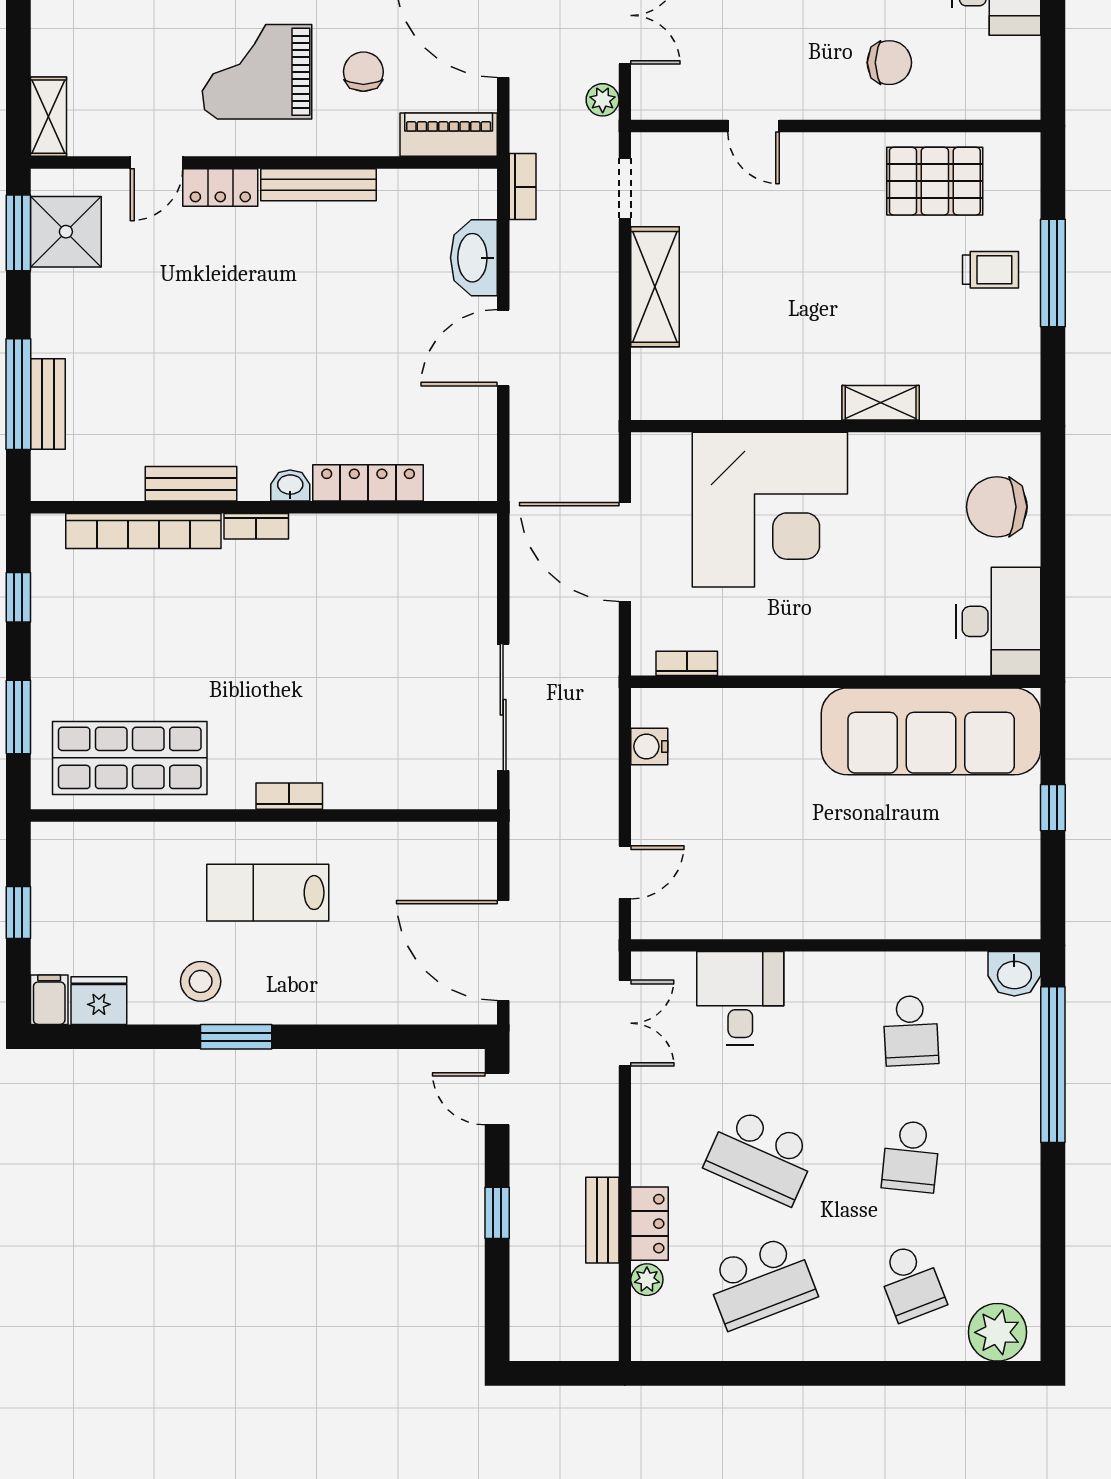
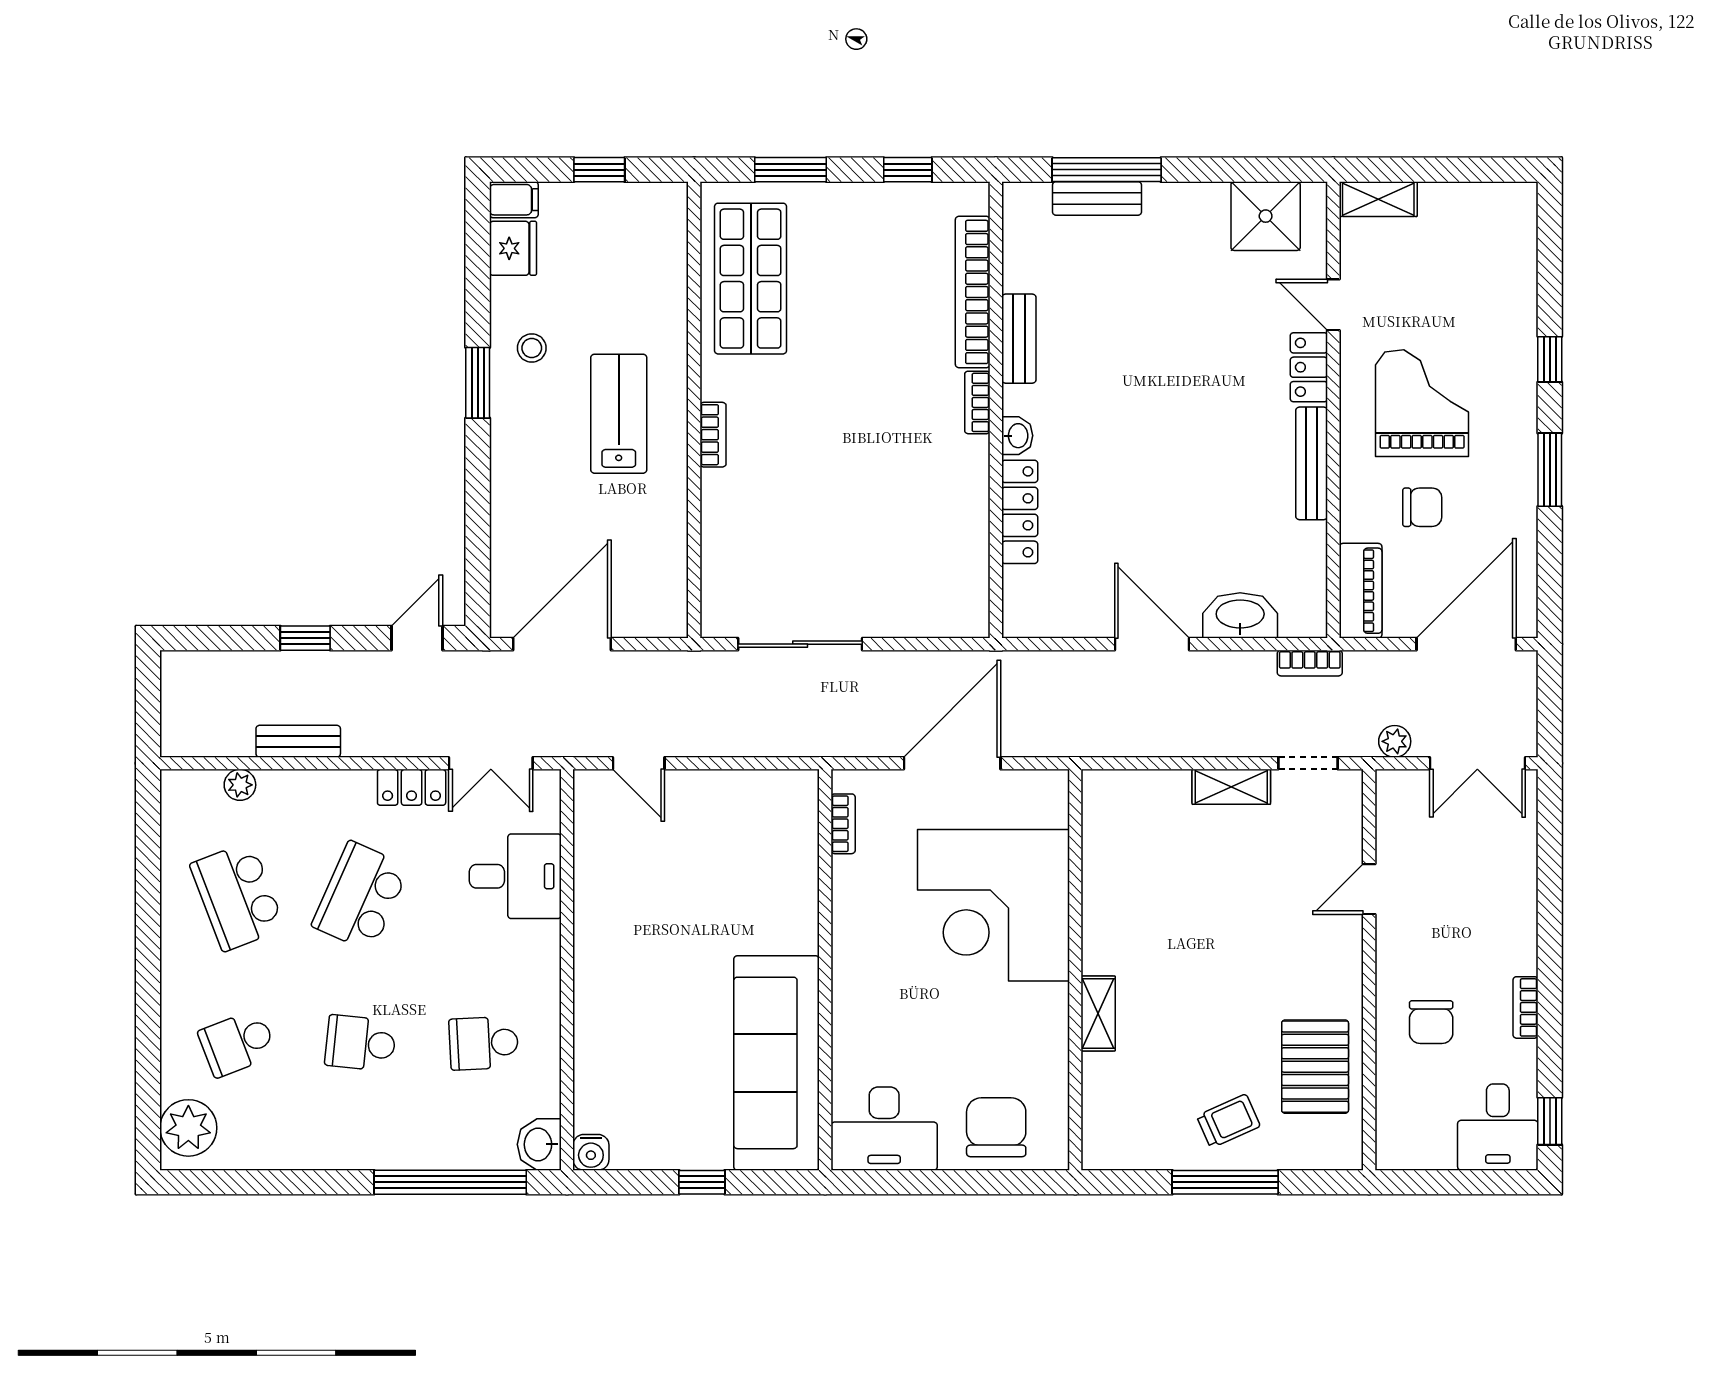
window: (18, 233) -> (1264, 170), removed
trolley: (990, 270) -> (1228, 1121), turned -114
shelving: (655, 287) -> (1231, 787), width x0.67, depth x0.75
water cooler: (649, 747) -> (591, 1152), moved, turned 180
stool: (201, 981) -> (532, 348), width x0.73, depth x0.73
locker: (650, 1224) -> (412, 787), moved

